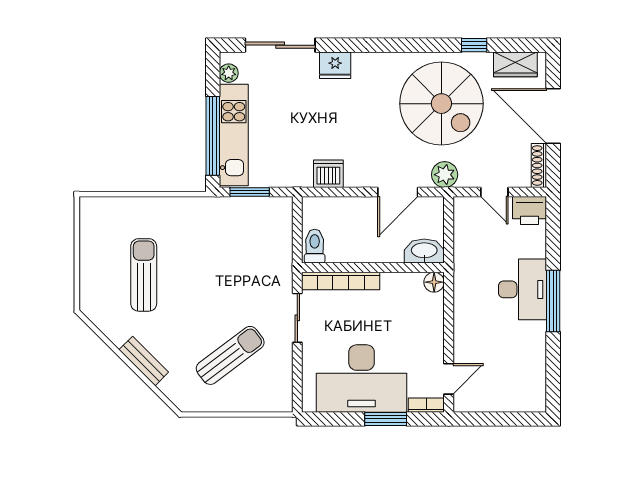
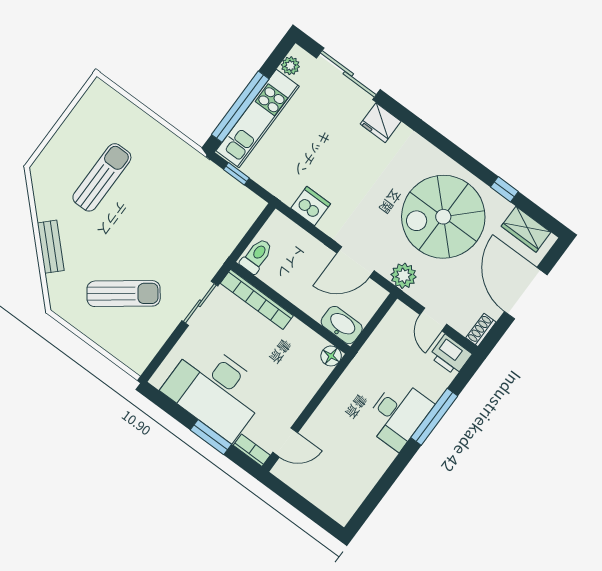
spiral stairs: (441, 104) -> (443, 217), turned 90
shoe rack: (539, 165) -> (481, 330), width x0.70
window: (250, 192) -> (236, 174), width x0.67
window: (553, 301) -> (434, 417), moved

